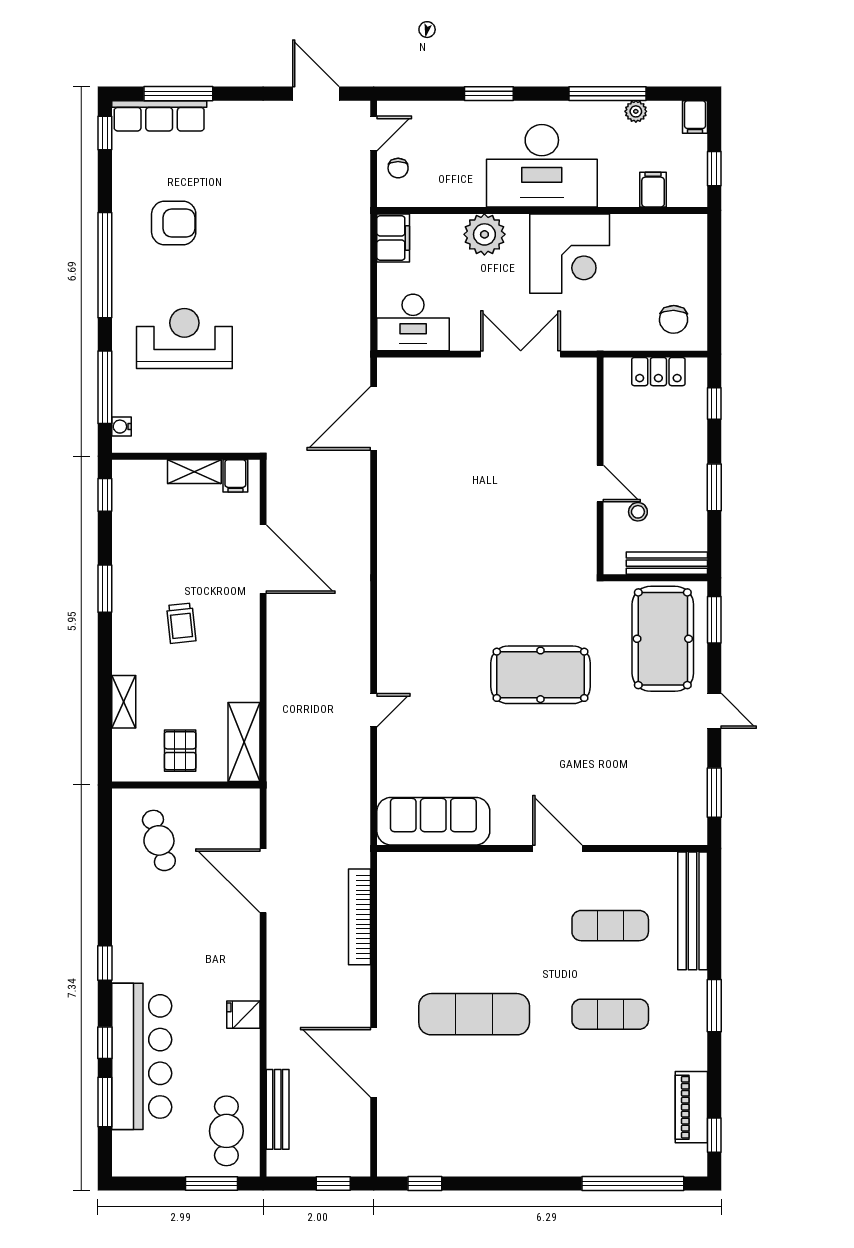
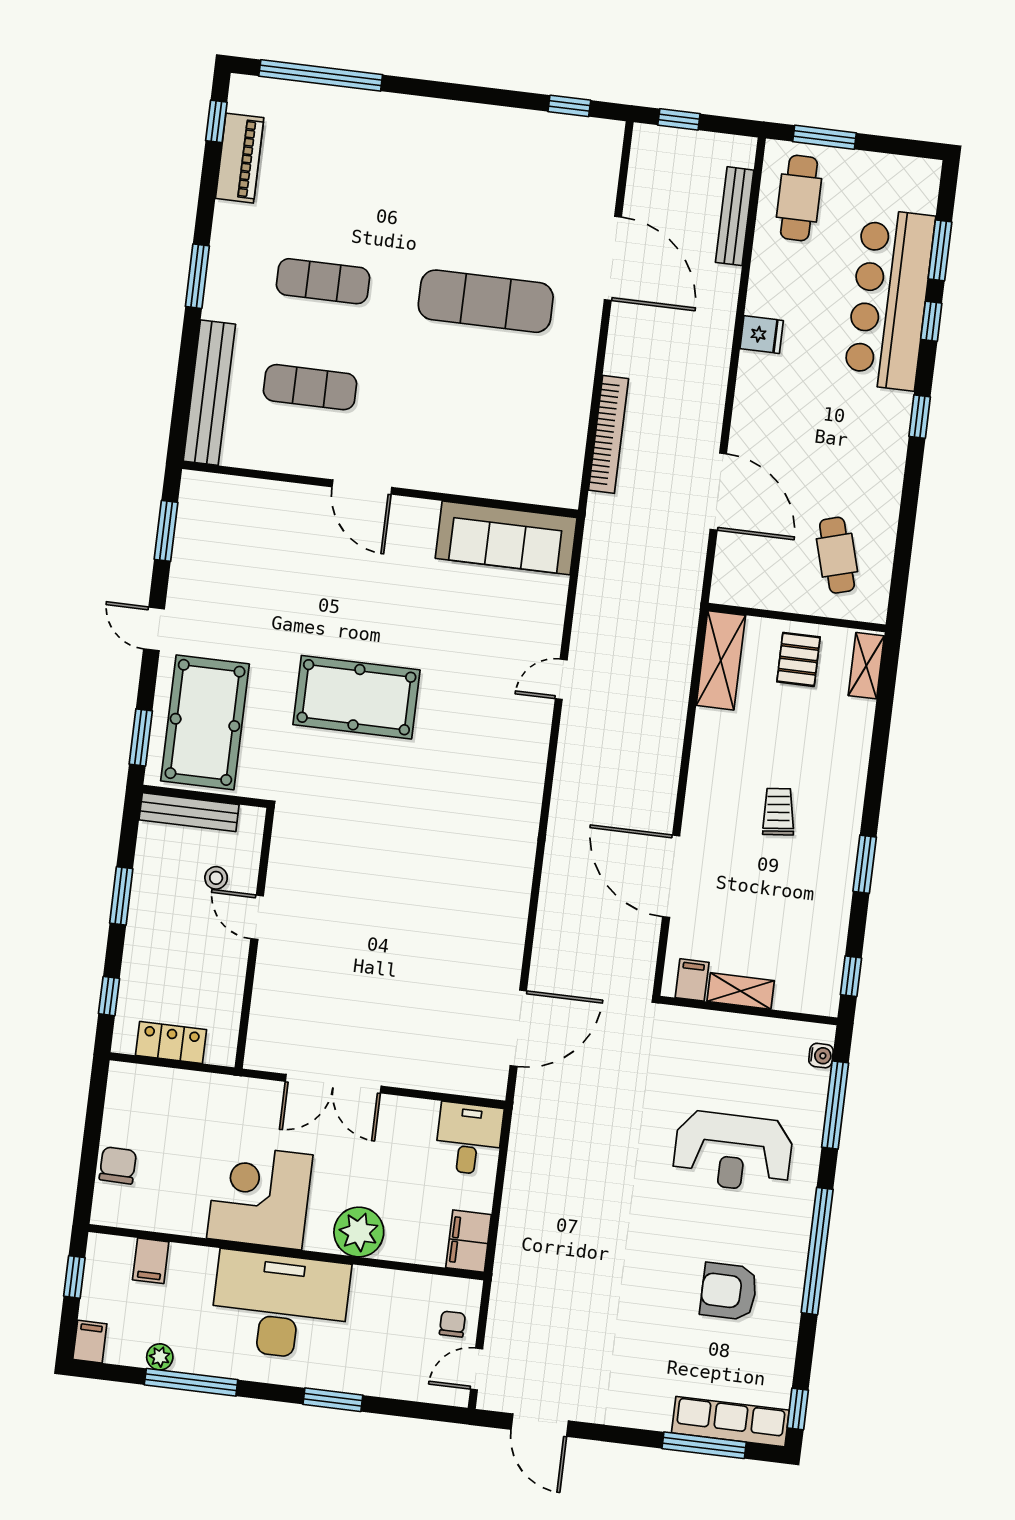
chair: (674, 319) -> (118, 1165), moved
desk: (413, 322) -> (469, 1139), width x0.73
shelving: (124, 702) -> (866, 666), moved

